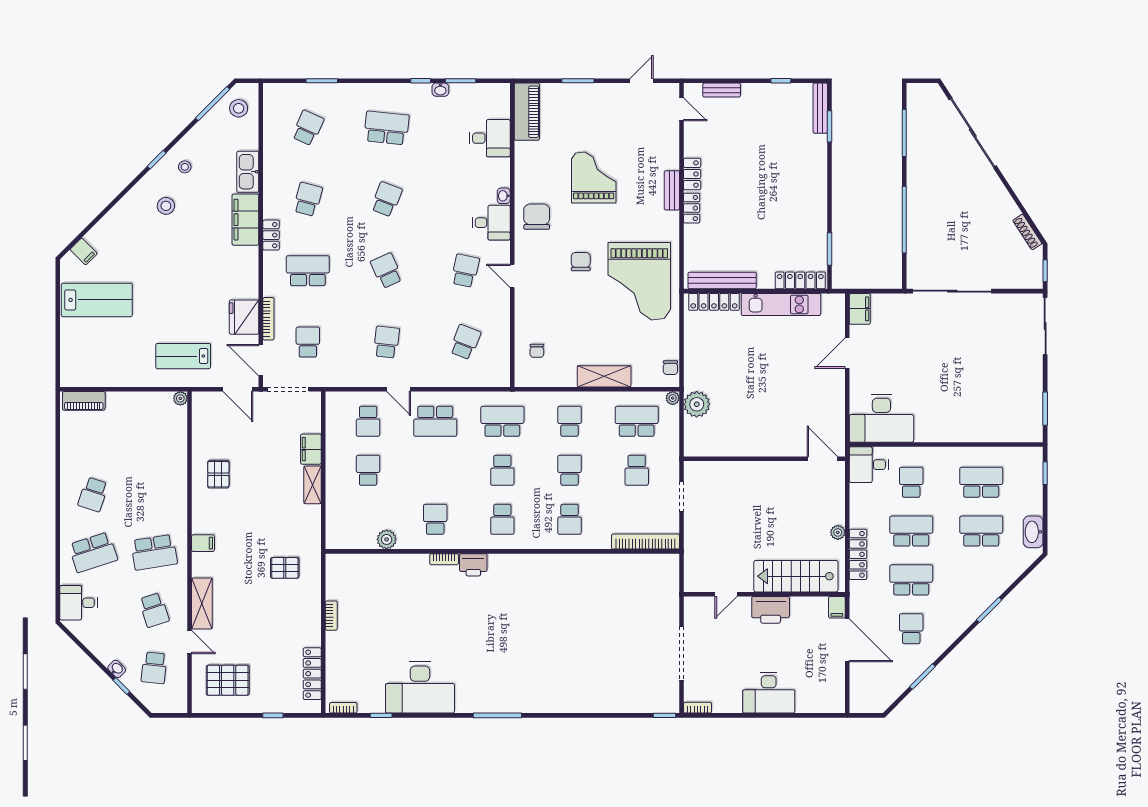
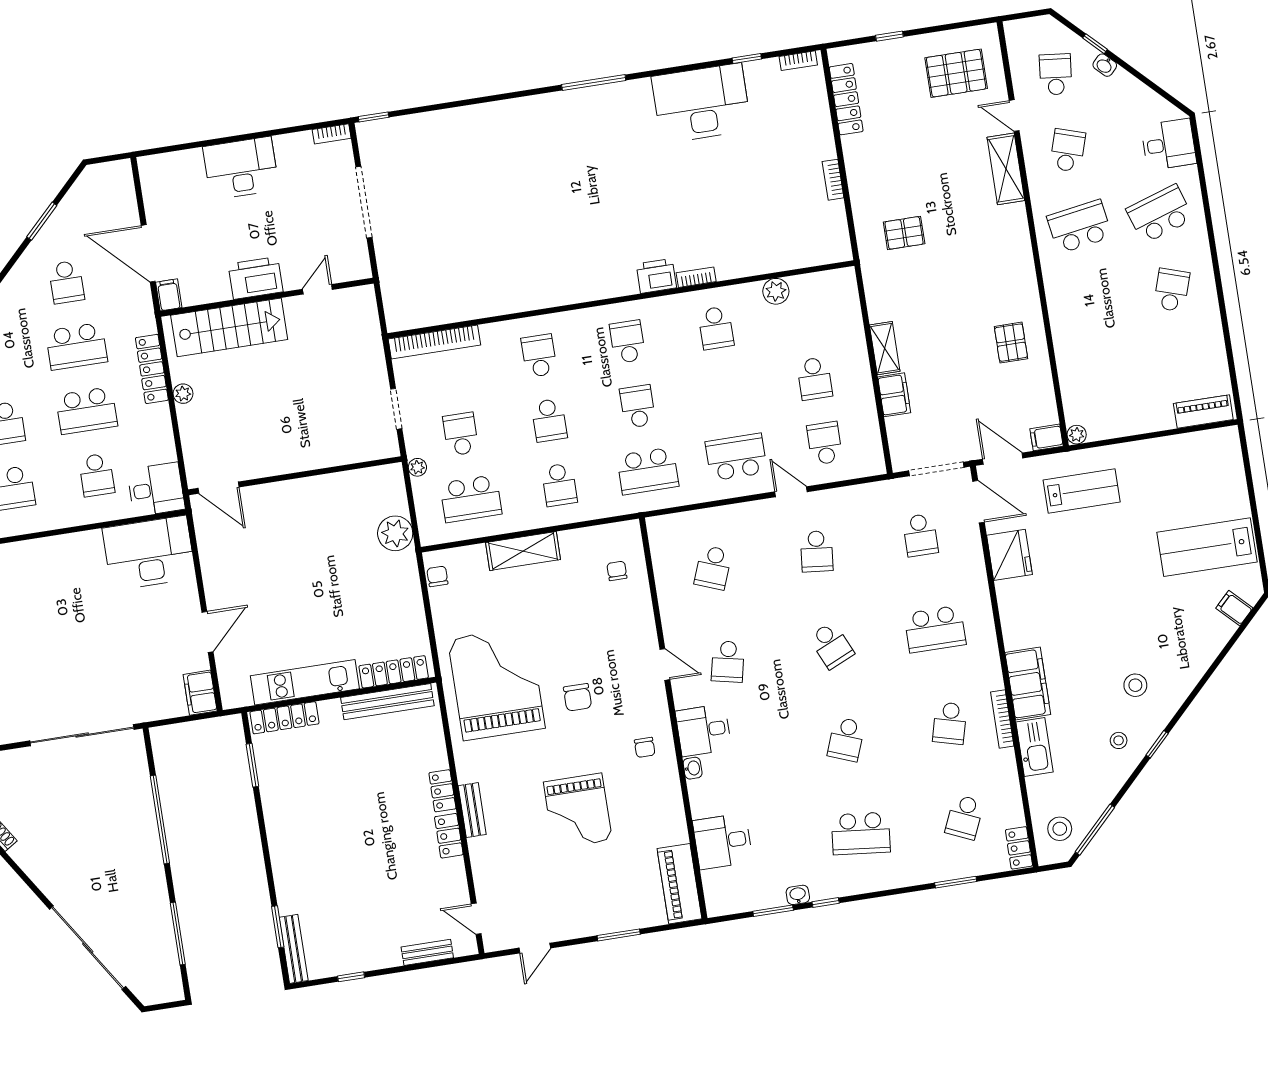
chair: (537, 217) -> (645, 747), width x0.54, depth x0.54
locker: (271, 235) -> (1019, 848), moved
bookcase: (268, 319) -> (1002, 719), moved
plant: (673, 398) -> (417, 467), moved
filing cabinet: (203, 543) -> (1047, 437), moved
school desk: (154, 610) -> (1068, 150), turned 36

